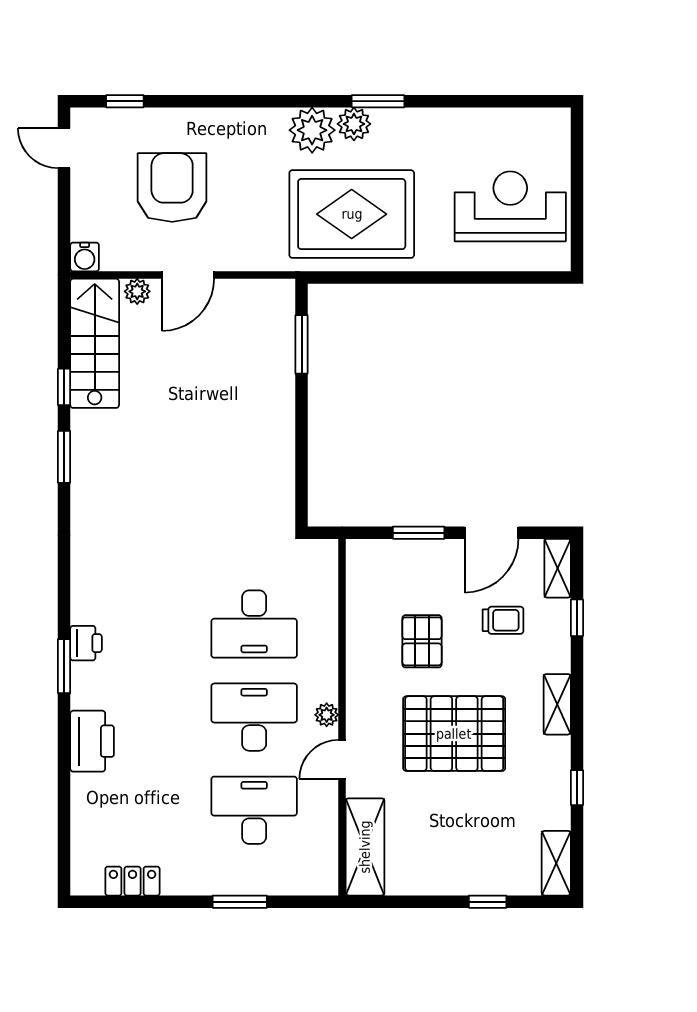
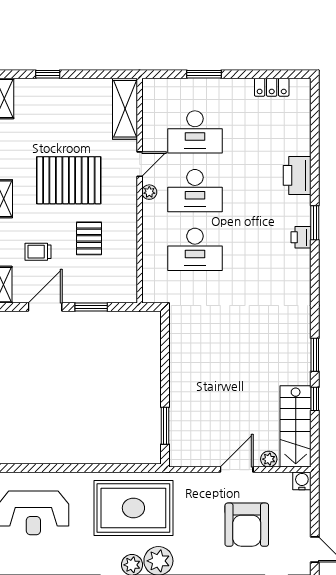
desk: (254, 624) -> (195, 249), turned 180

